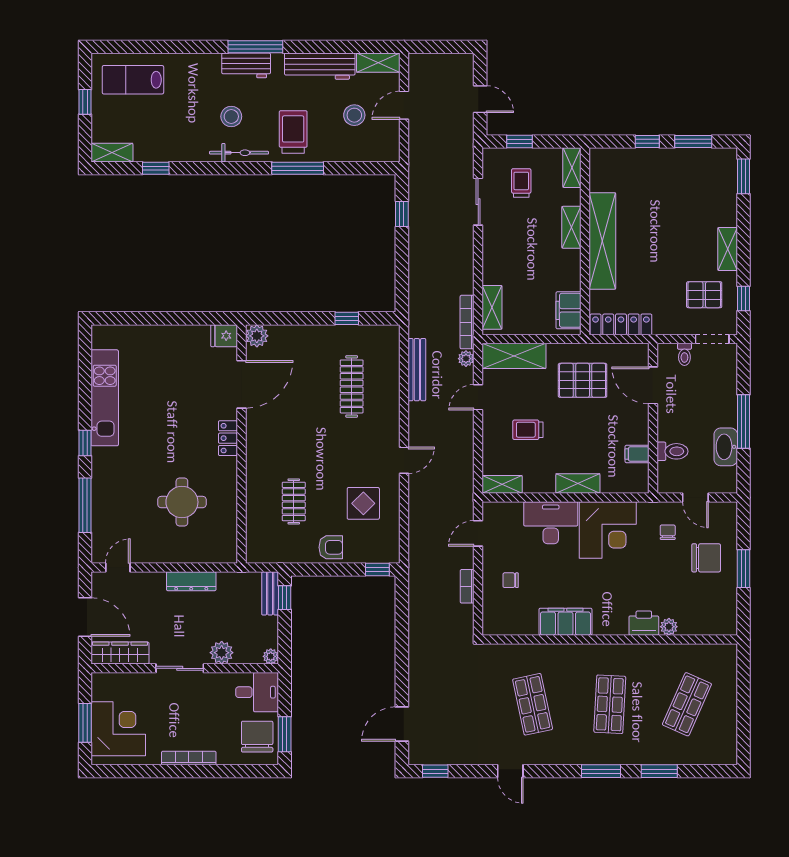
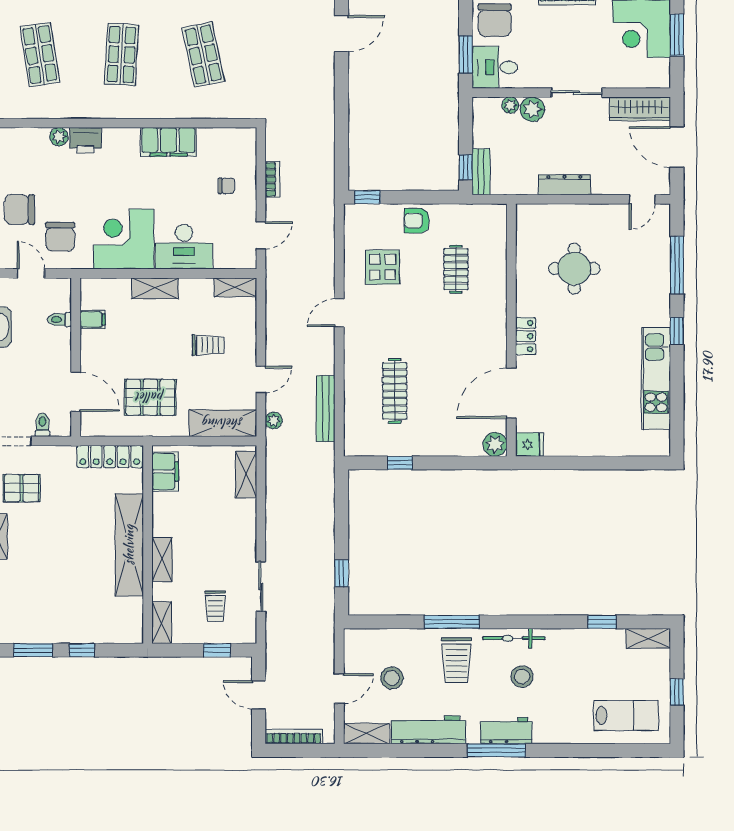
bookcase: (467, 322) -> (294, 737), moved, turned -90
toilet: (672, 451) -> (60, 320), width x0.73, depth x0.72
chair: (668, 532) -> (60, 237), width x1.87, depth x1.87
plant: (271, 656) -> (510, 105), moved
shop shelf: (687, 704) -> (40, 55), turned -33
window: (285, 734) -> (466, 54), moved

